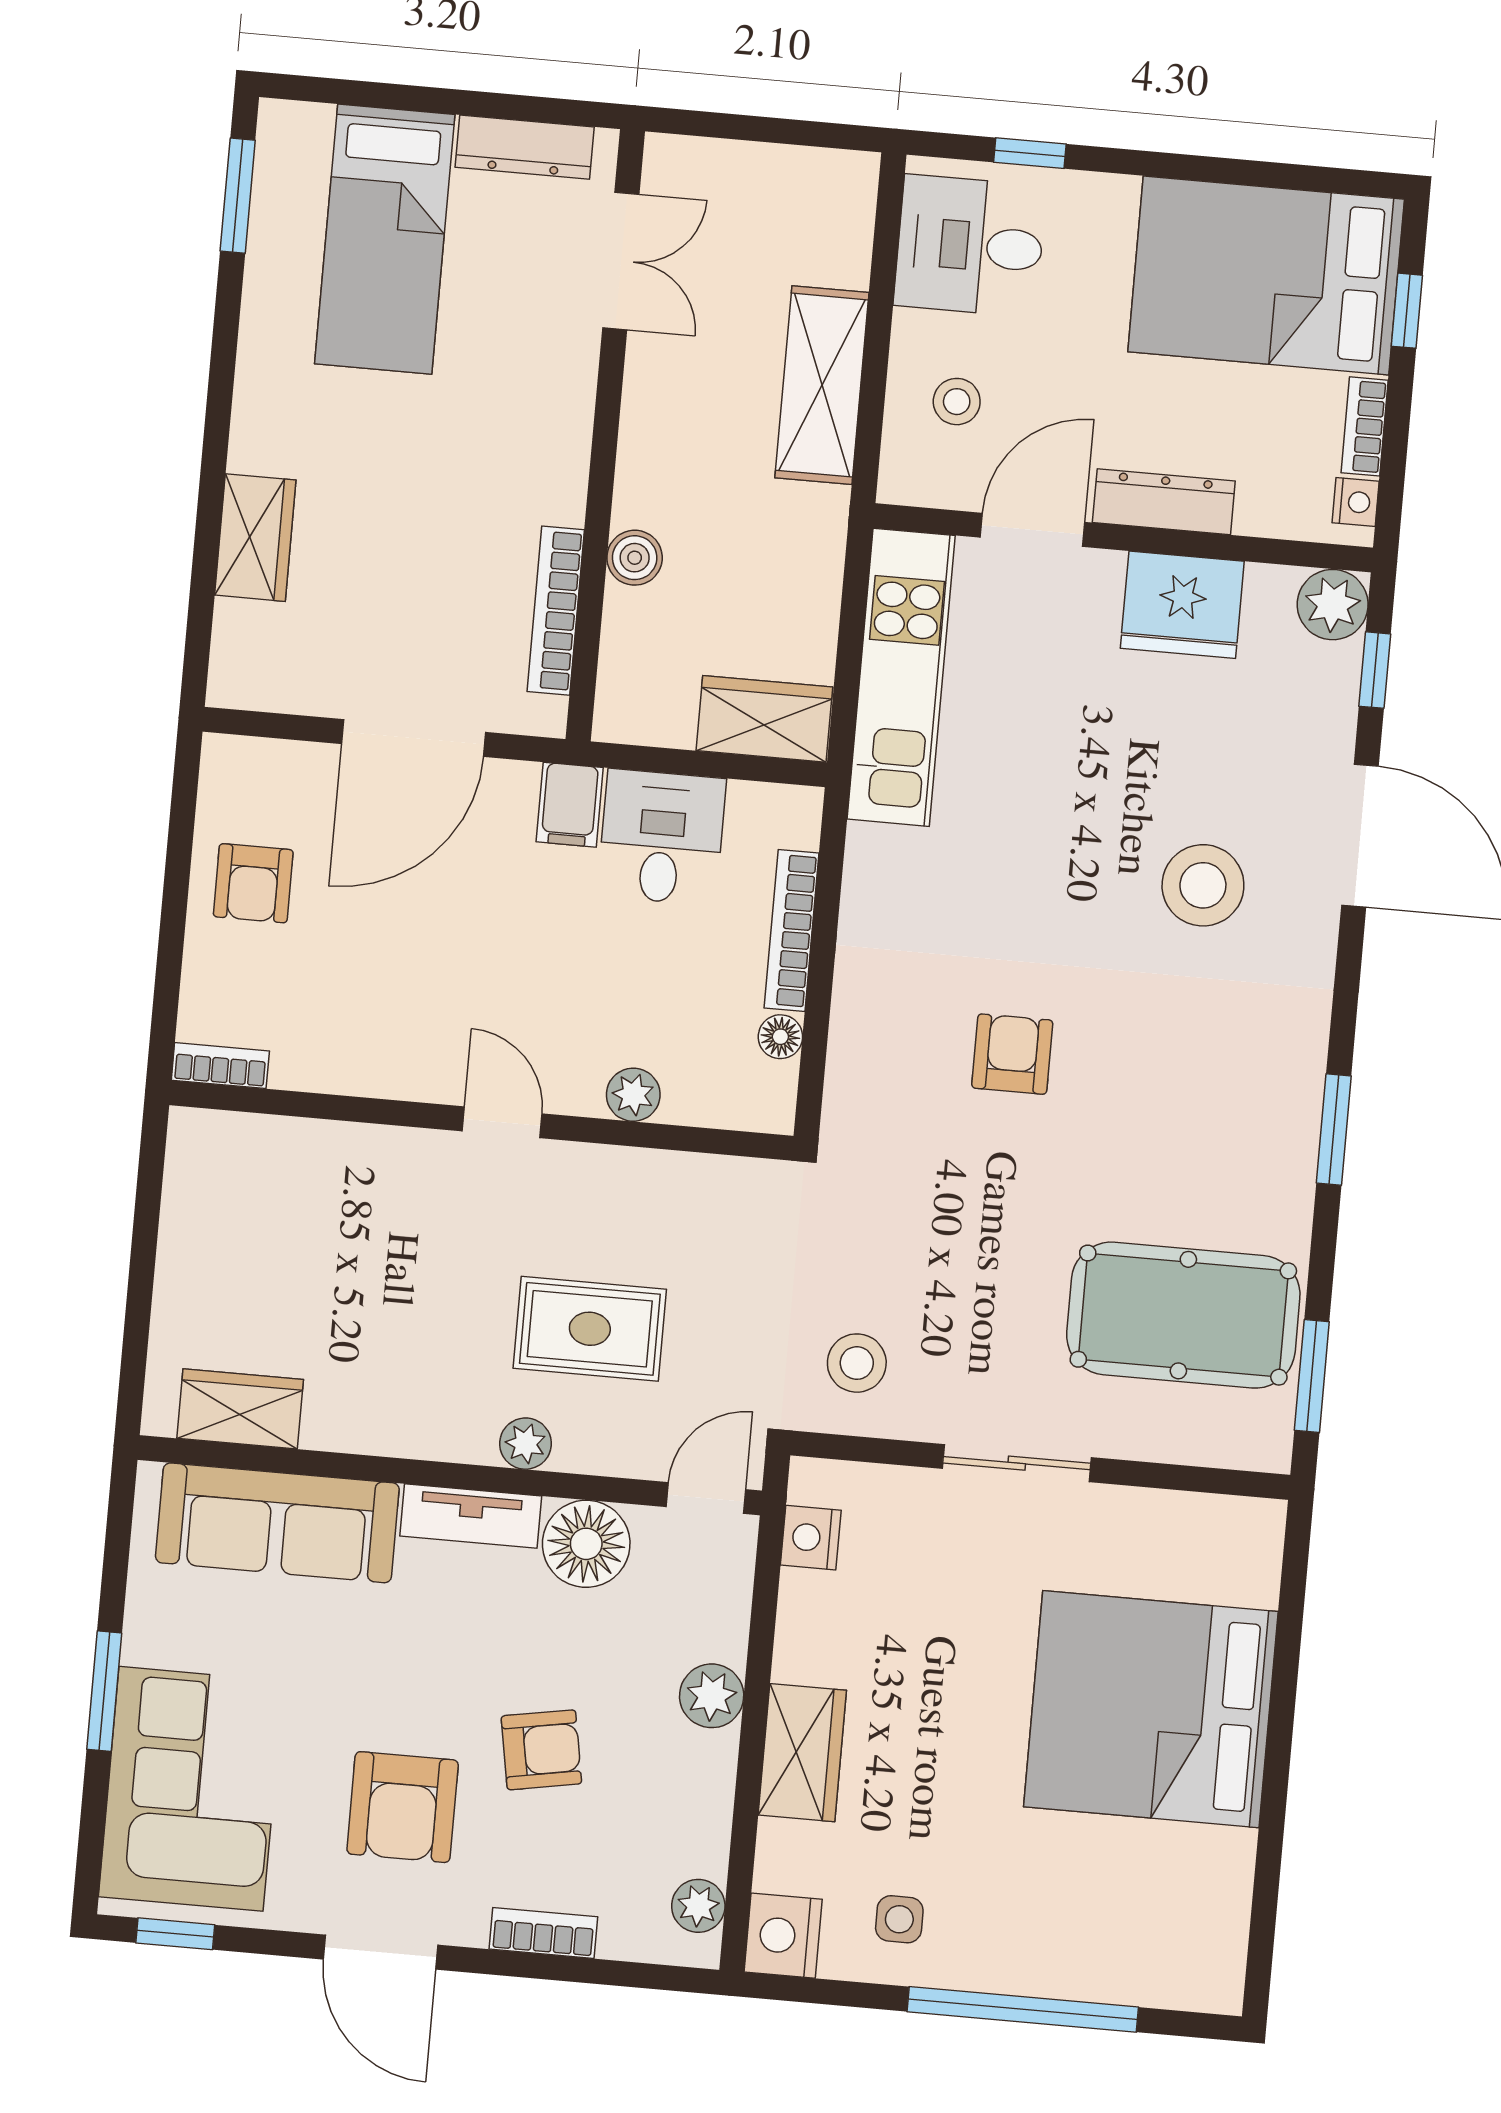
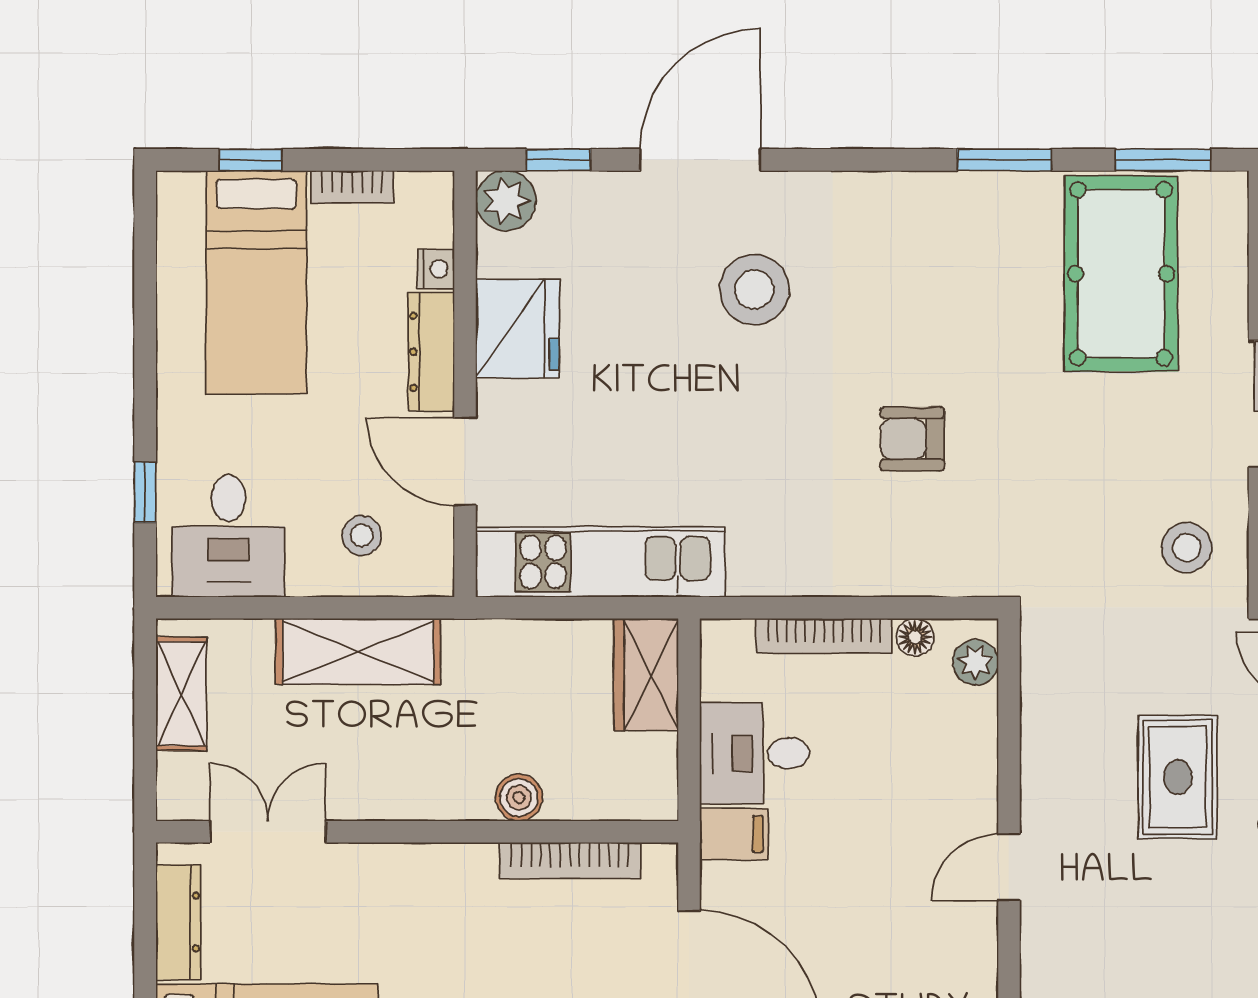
shelving: (791, 174) -> (181, 694), added
bed: (1266, 275) -> (256, 282), width x0.67
nightstand: (1356, 502) -> (436, 269), moved, turned 90
plant: (633, 1095) -> (975, 662), moved
window: (1334, 1130) -> (1004, 160), moved

